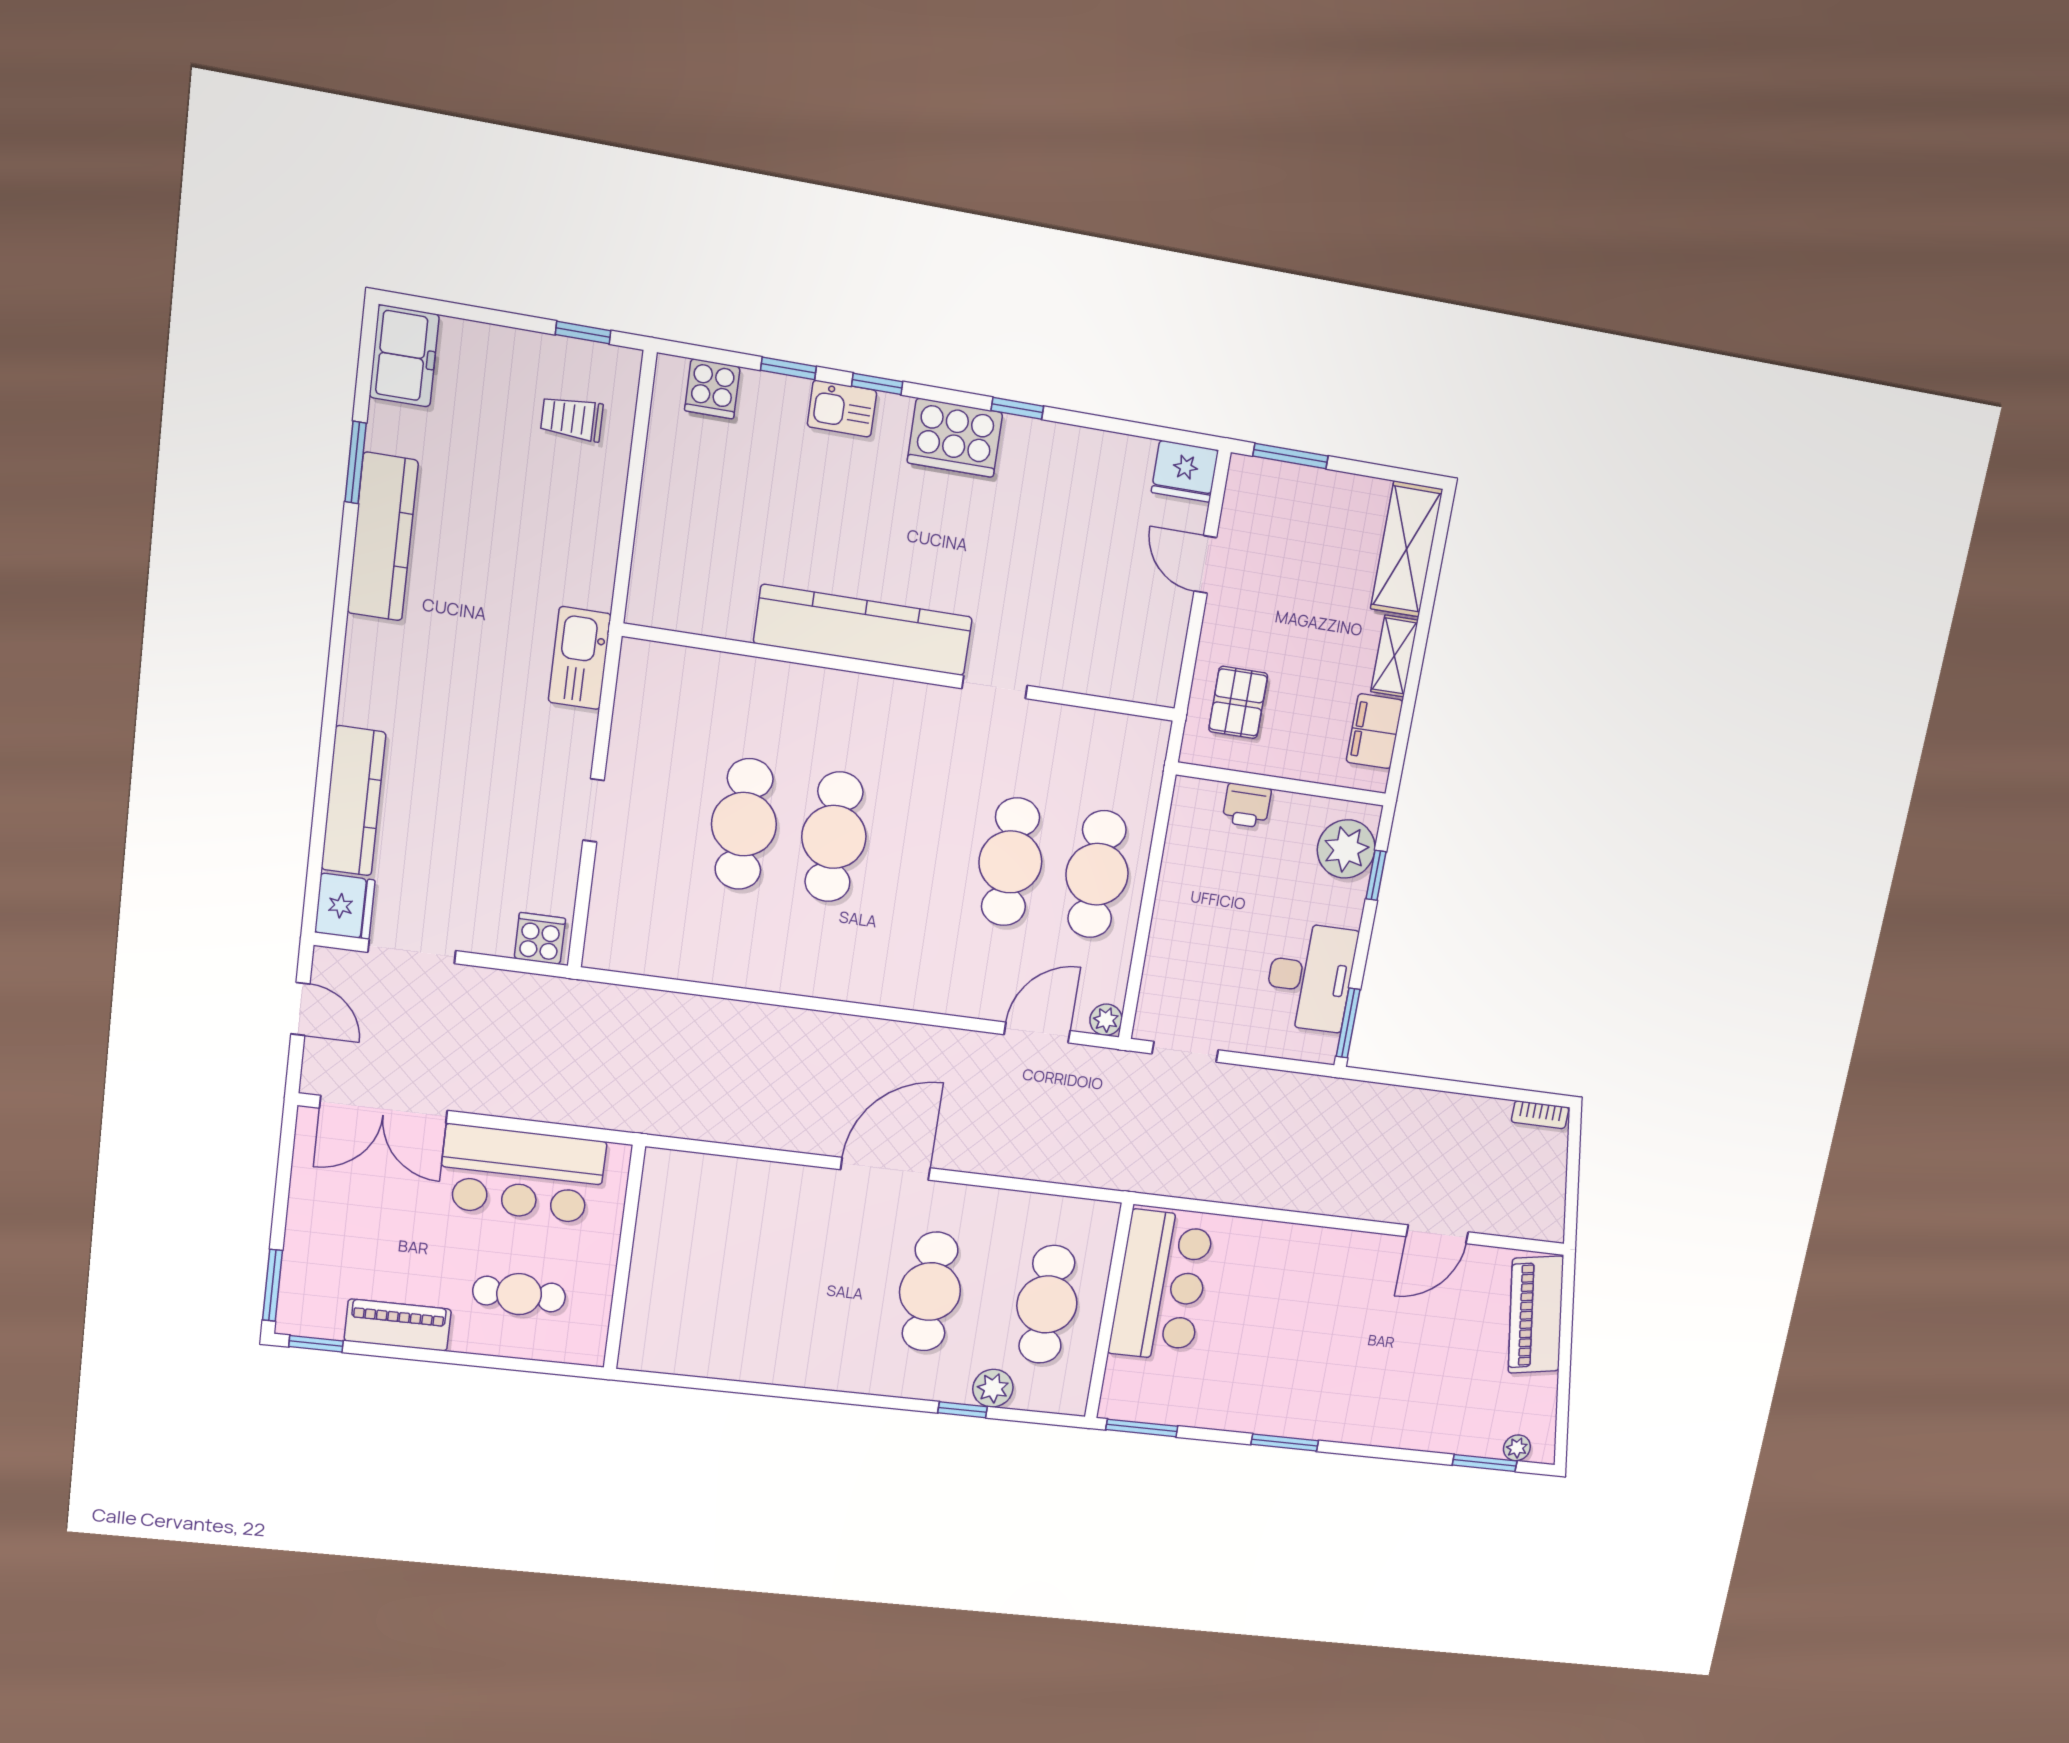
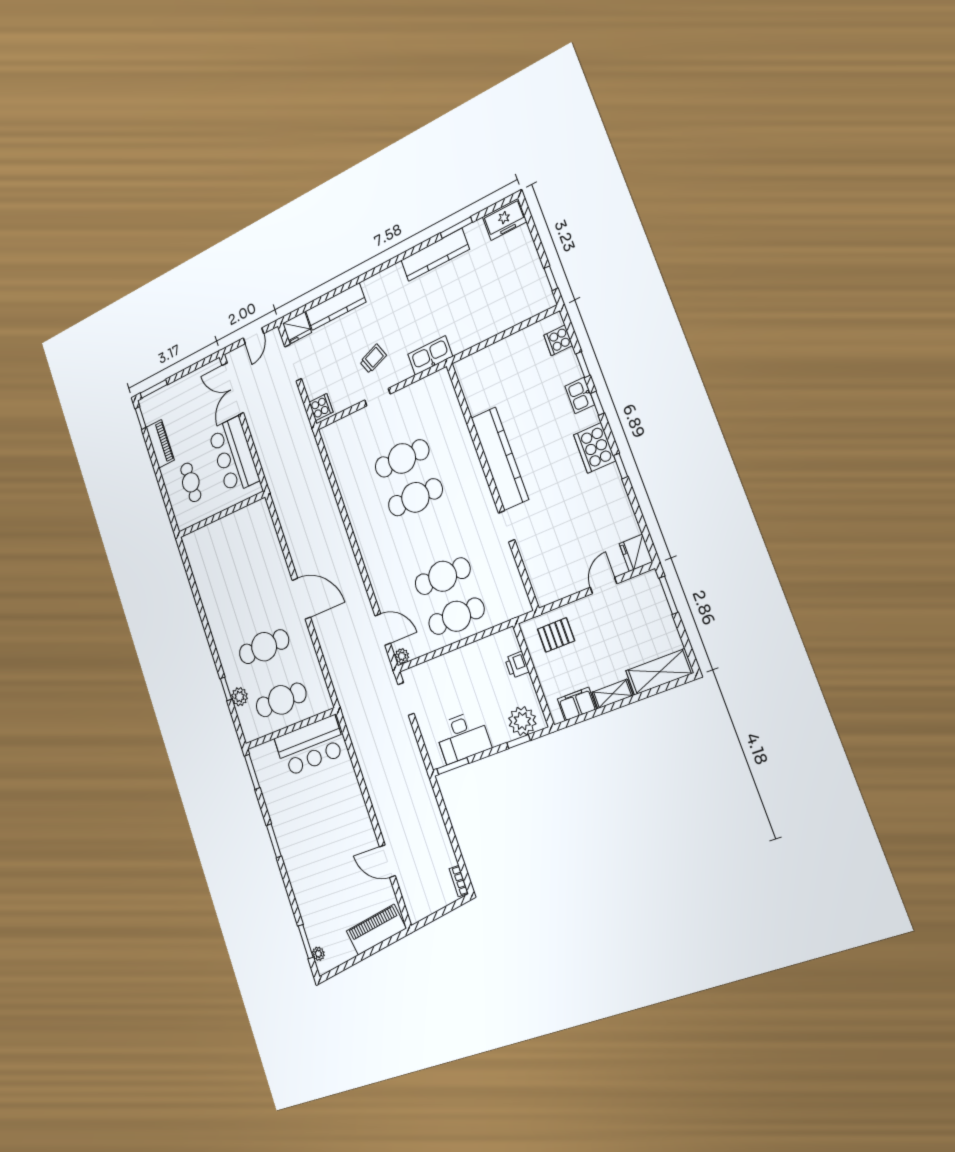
trolley: (572, 419) -> (373, 359), moved, turned 69

